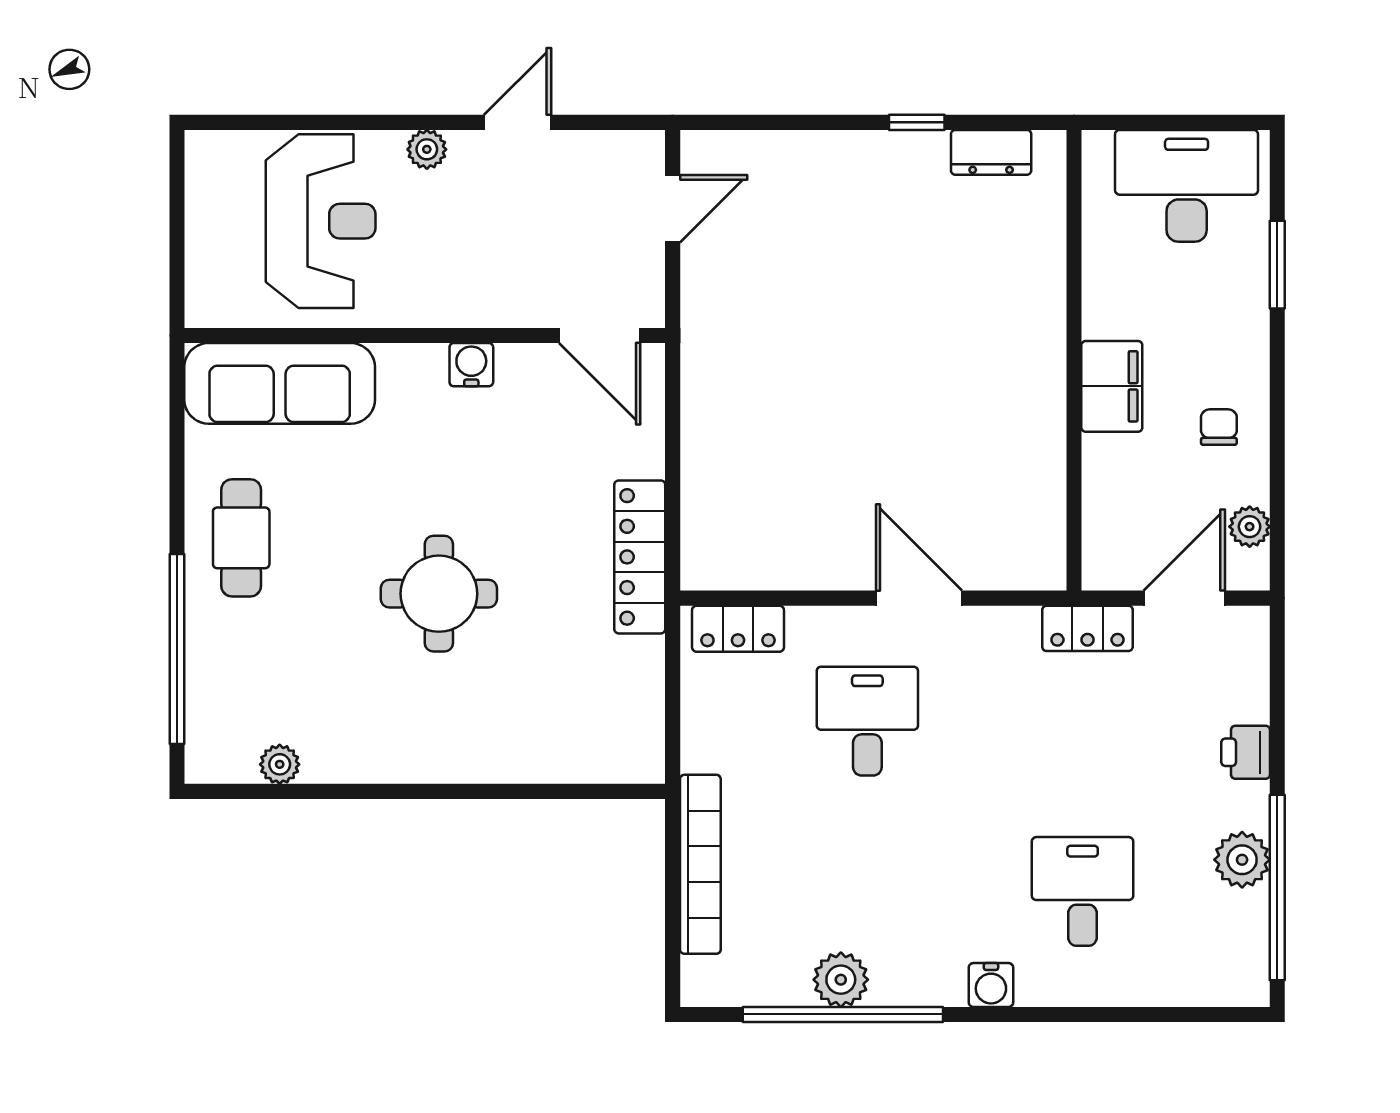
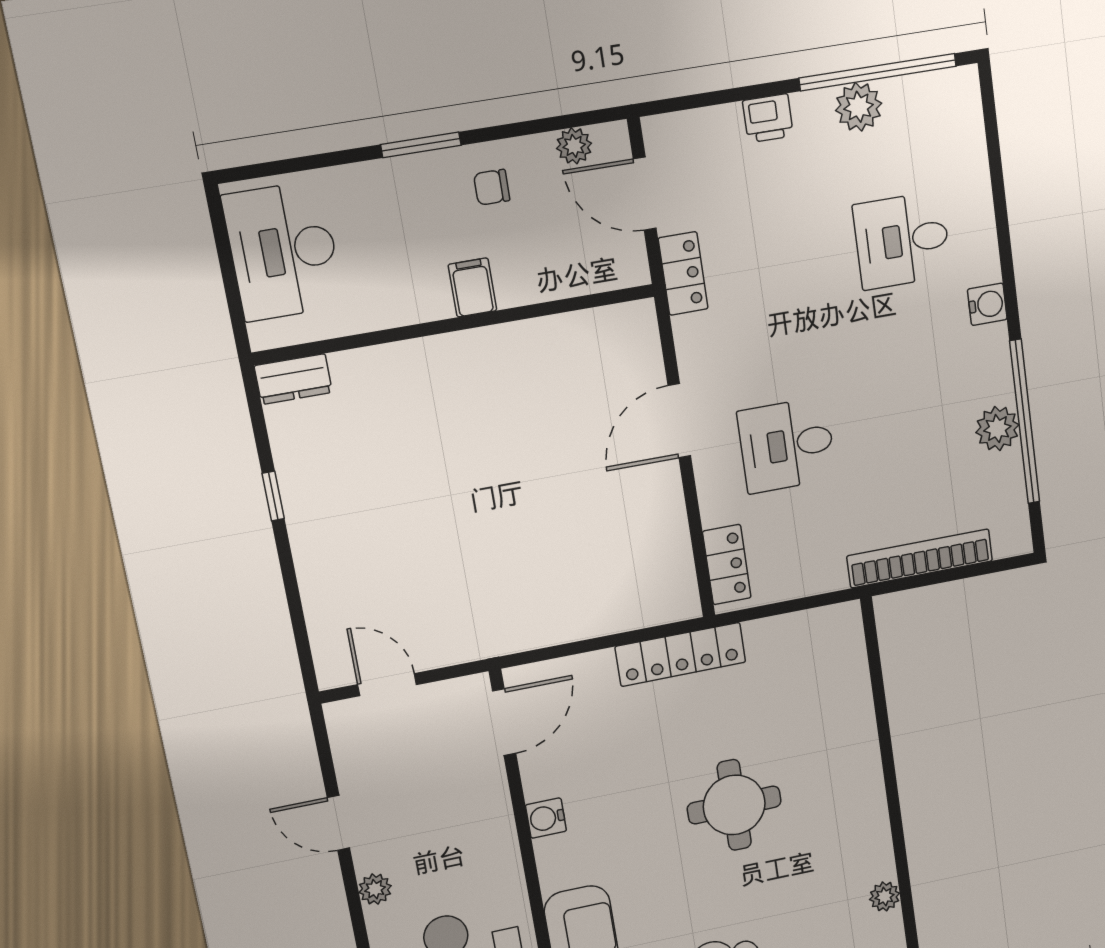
dresser: (991, 152) -> (293, 379), moved, turned 90
window: (1277, 265) -> (421, 145), moved
filing cabinet: (1112, 386) -> (472, 288), width x0.50

